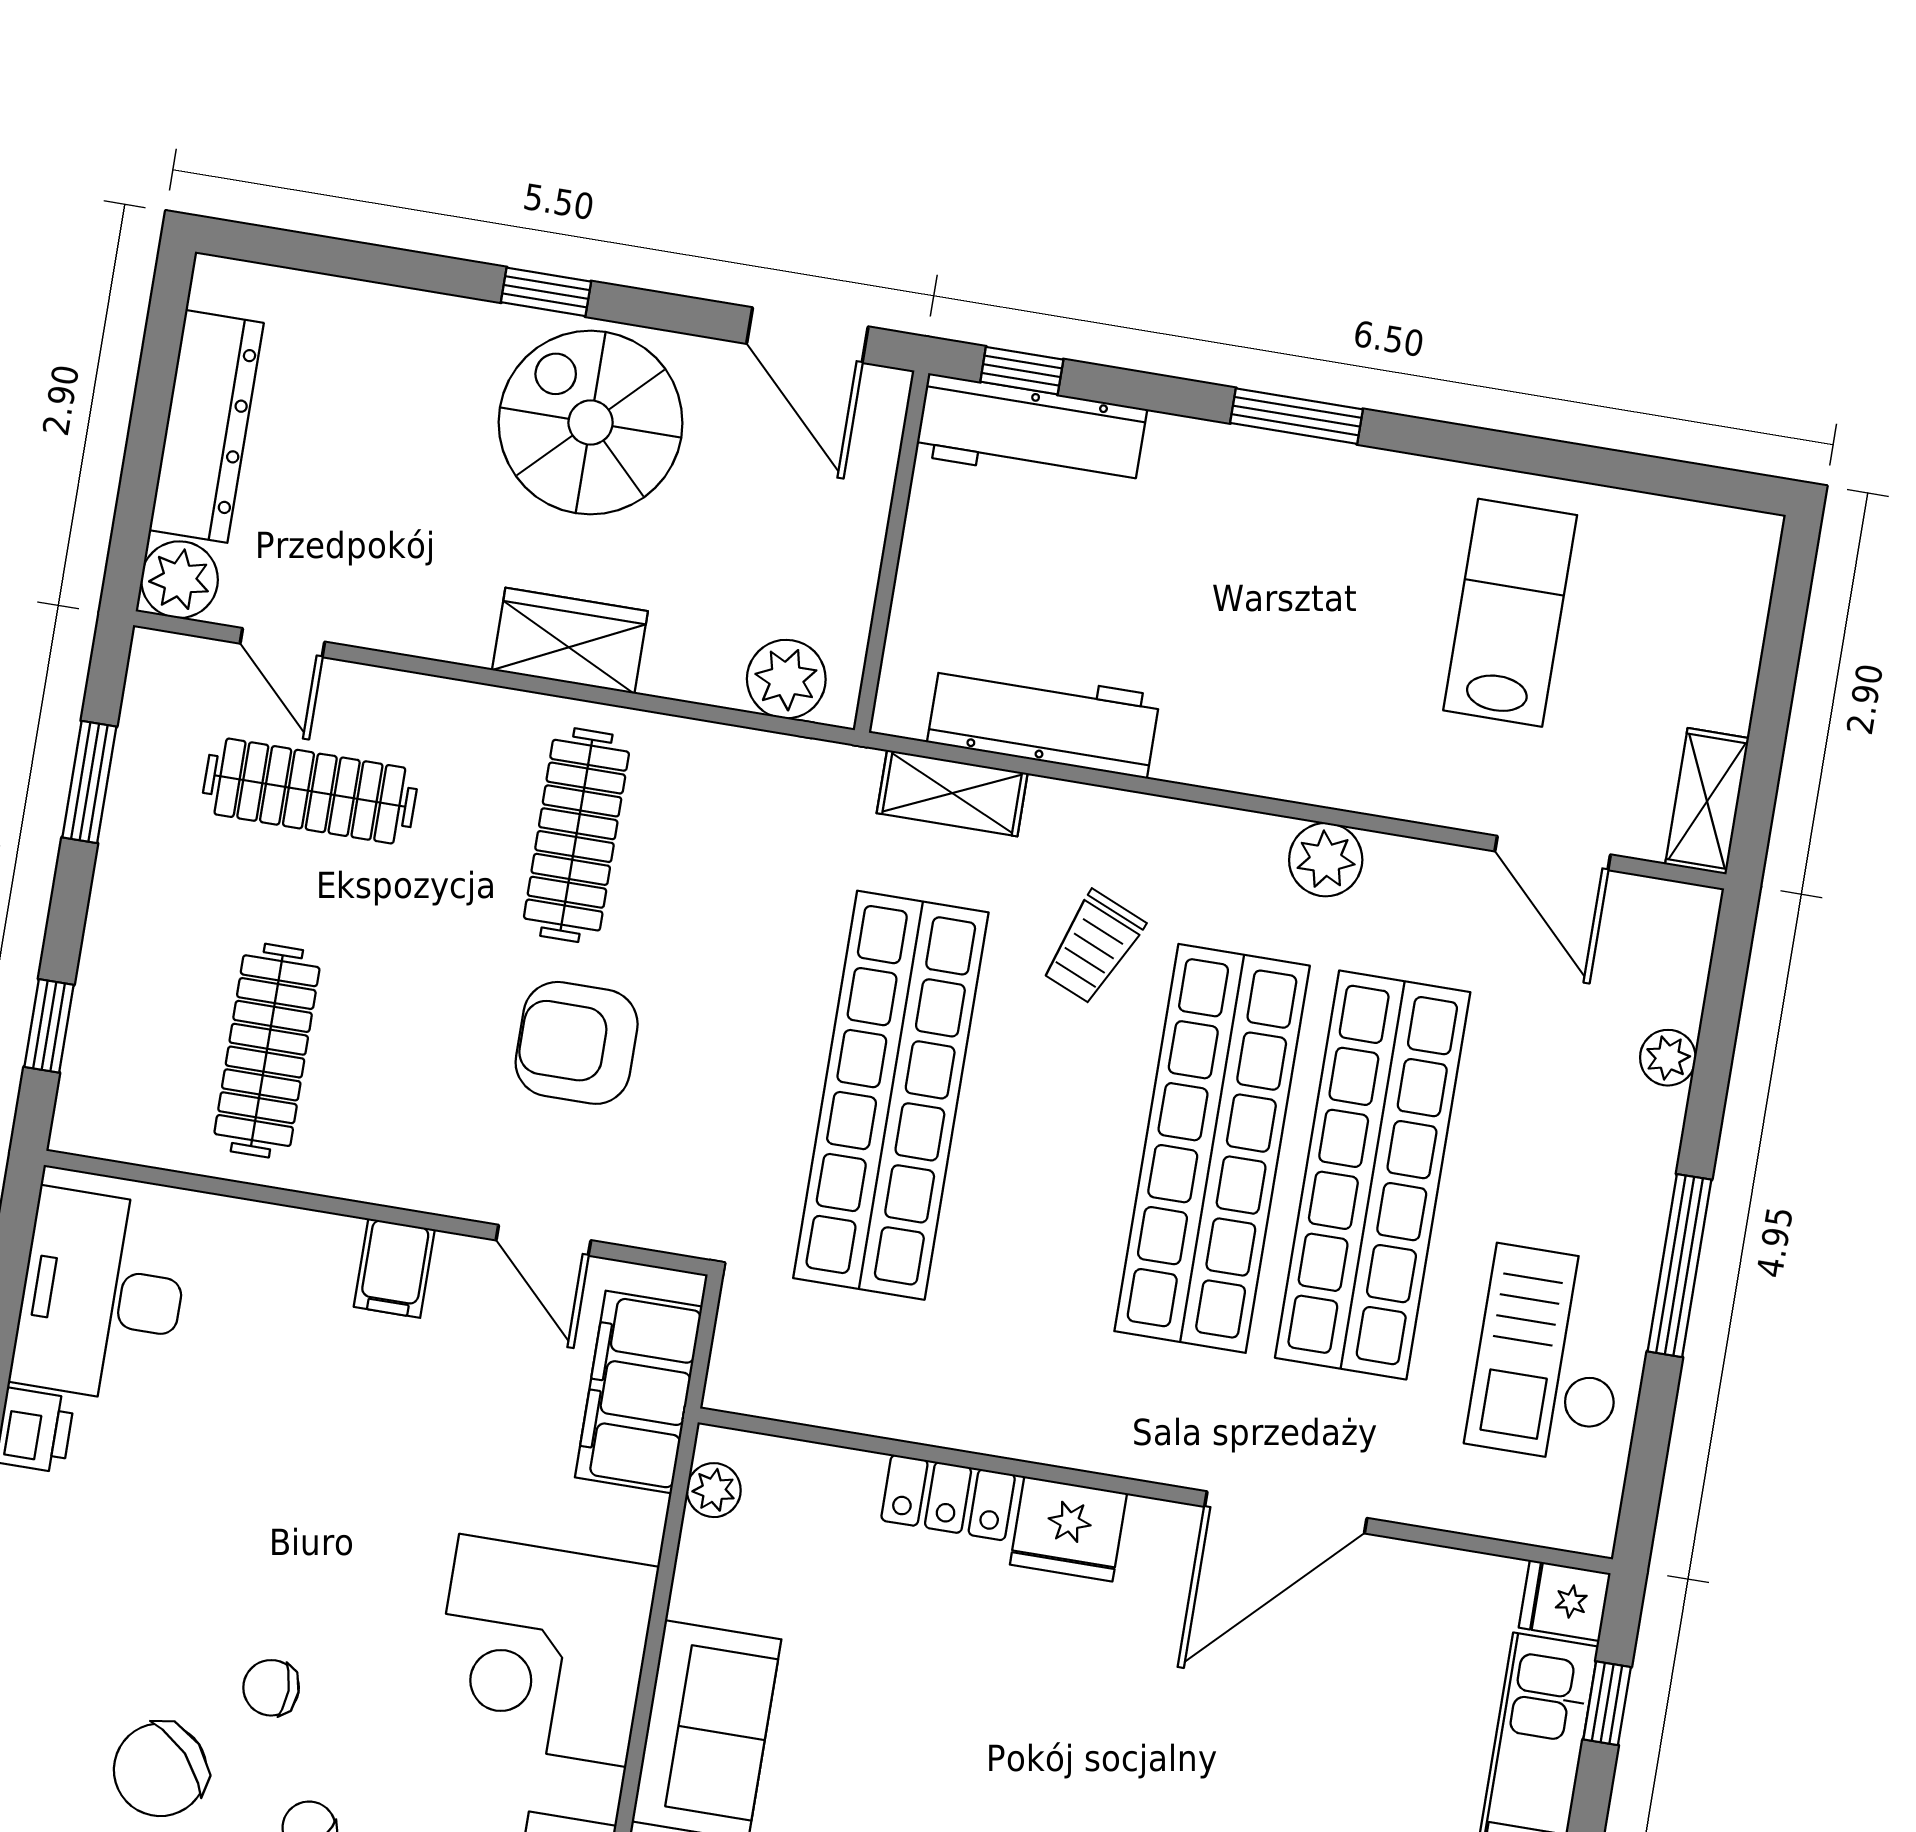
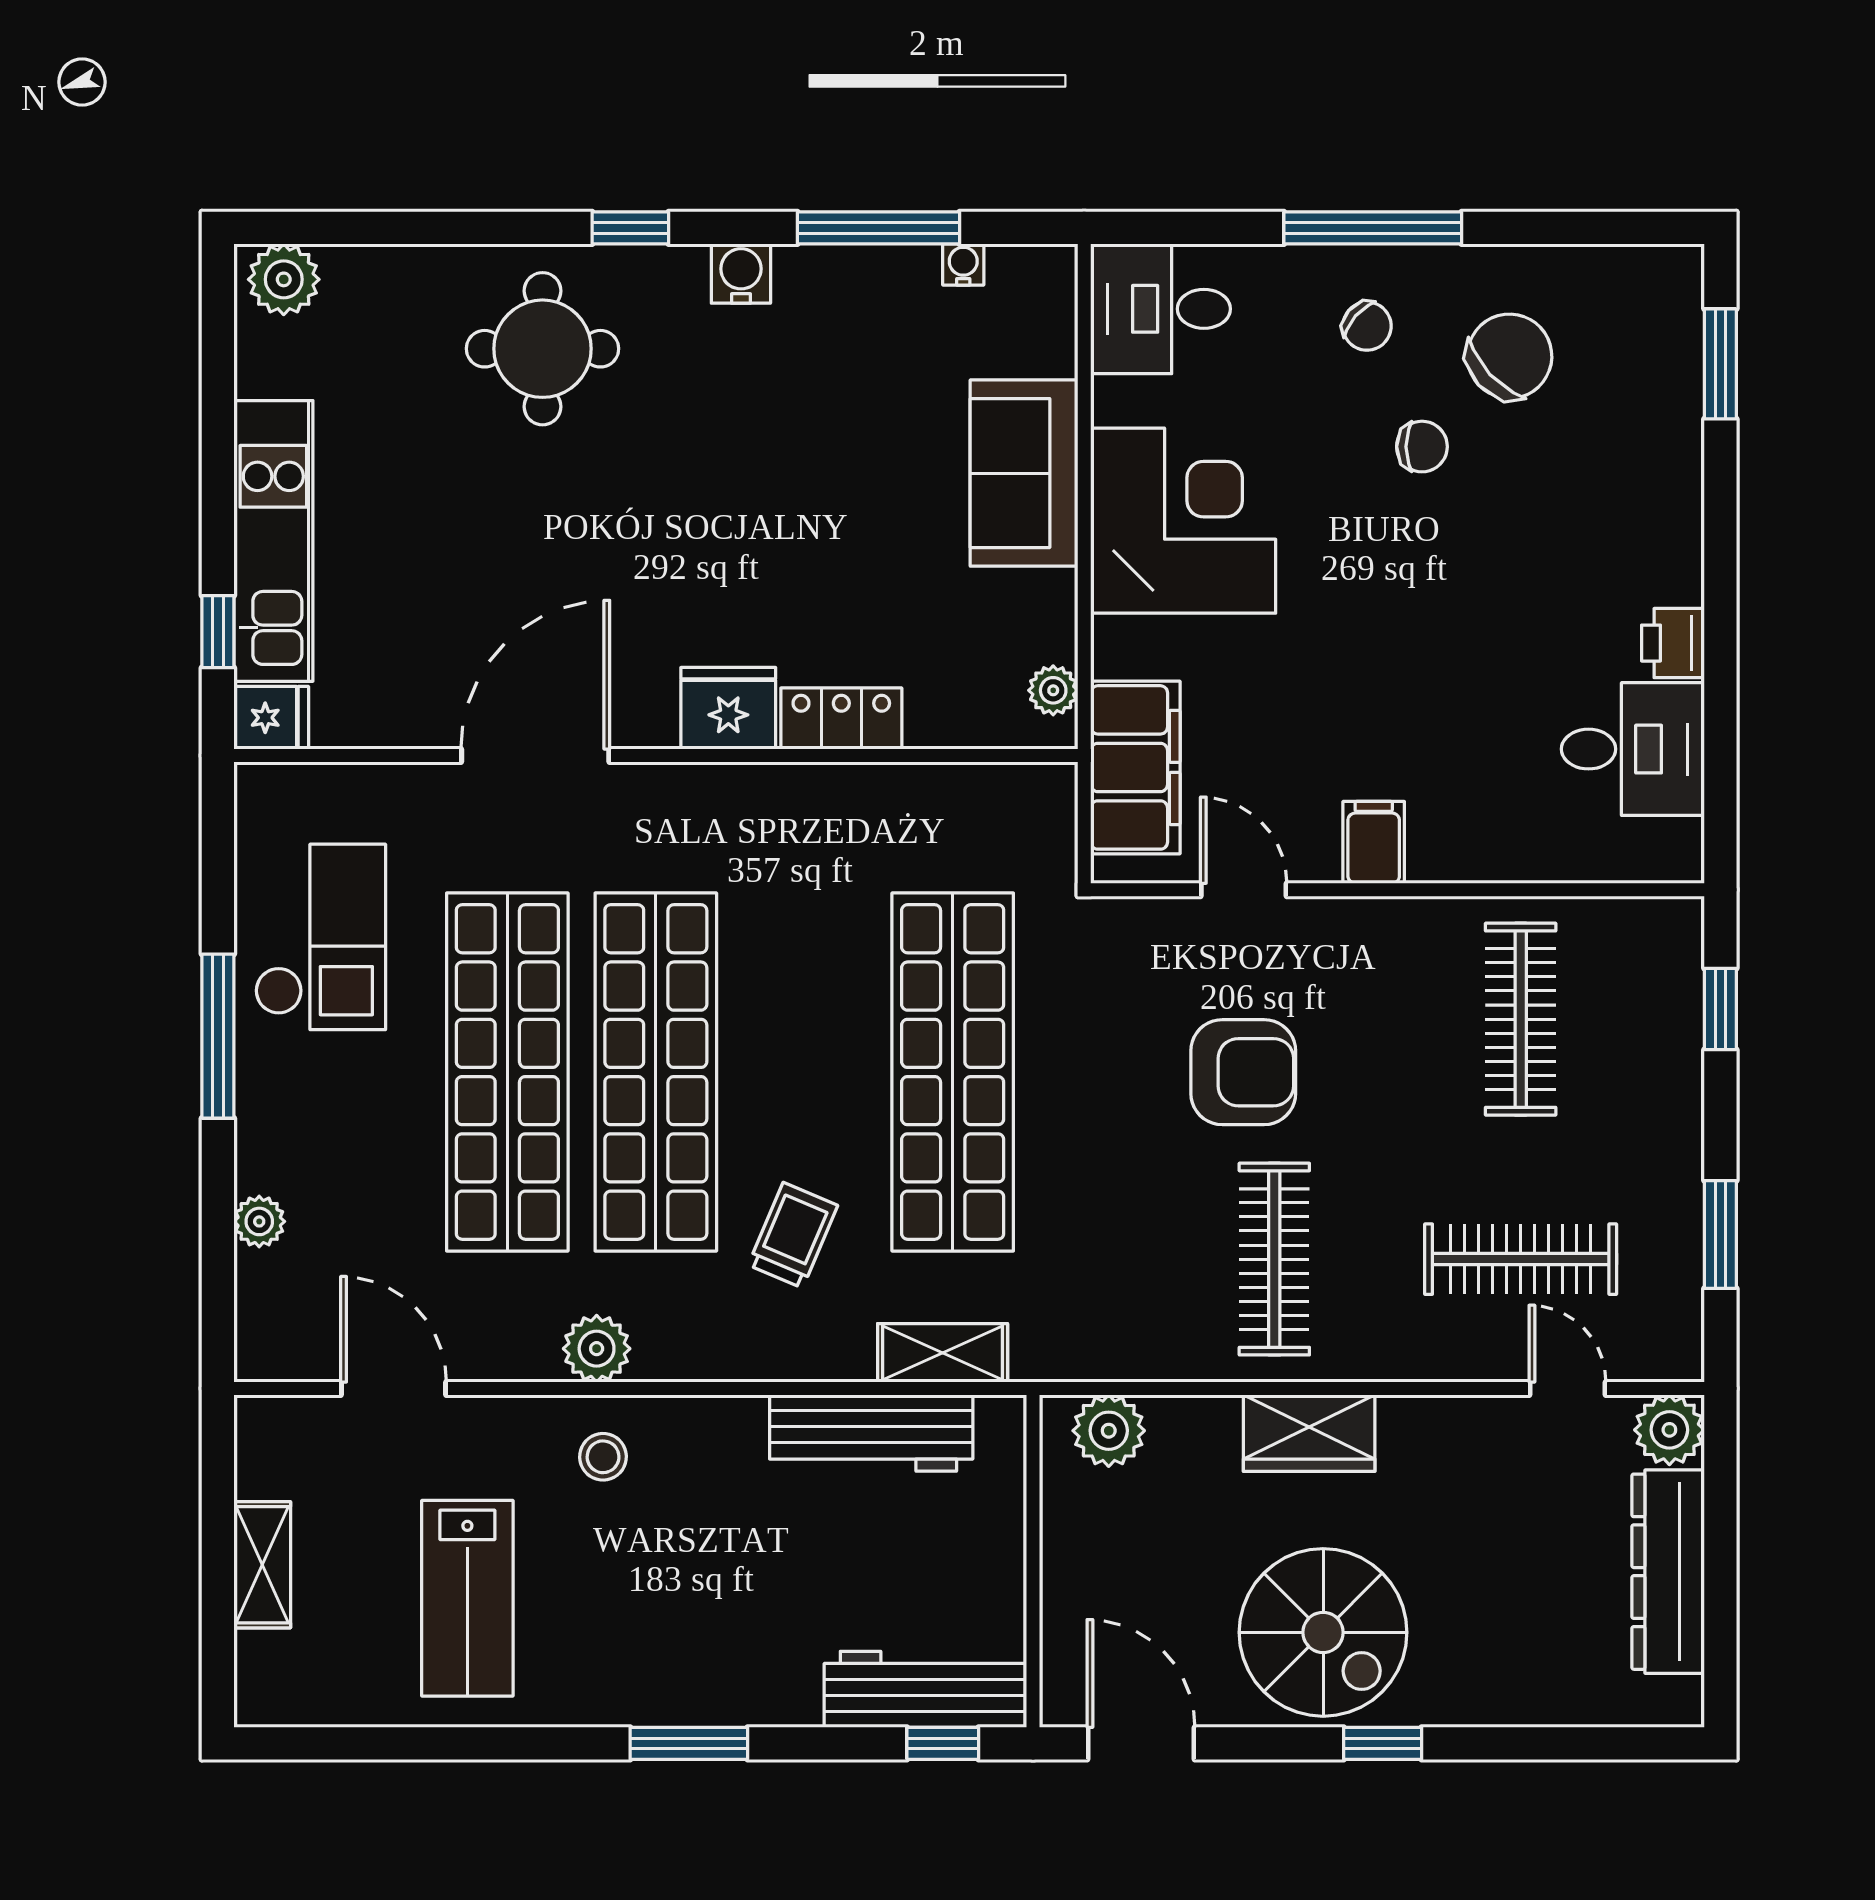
stool: (1338, 741) -> (603, 1457), added
shelving: (1707, 801) -> (262, 1565), moved
desk: (102, 1296) -> (1633, 749), width x0.73

